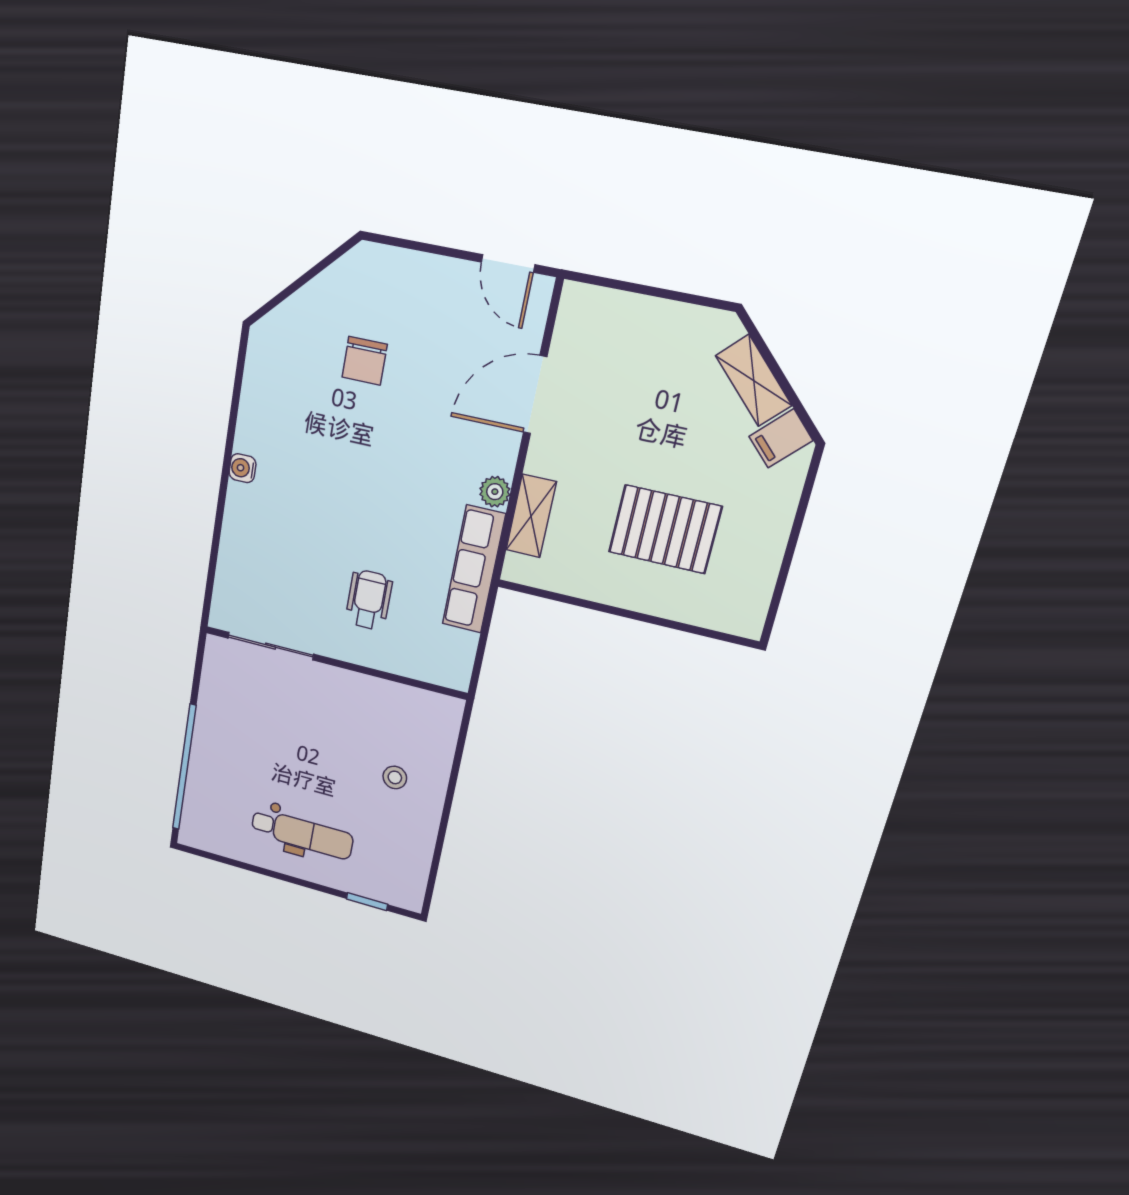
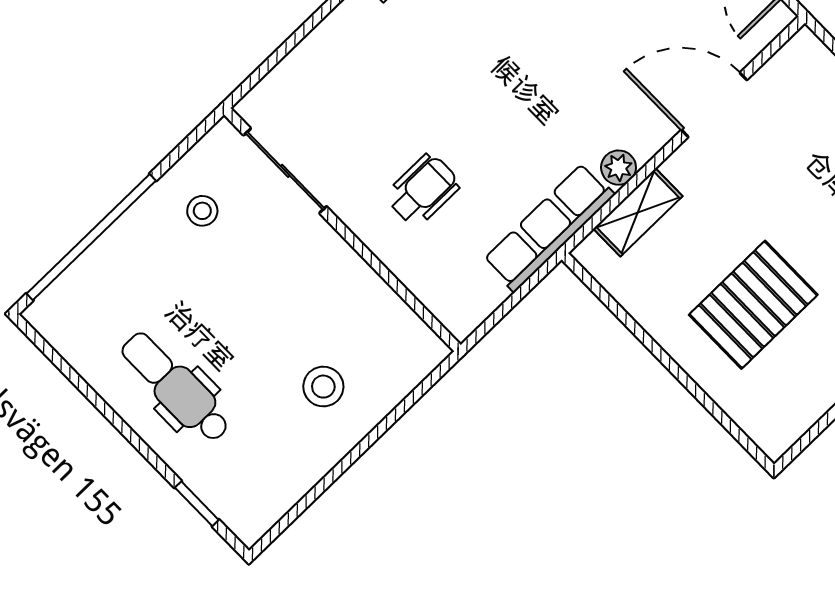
pallet: (665, 529) -> (753, 305), turned 90
stool: (238, 707) -> (202, 211), added
stool: (395, 777) -> (323, 387), width x1.37, depth x1.37
dental chair: (302, 834) -> (176, 387), turned 180

